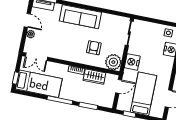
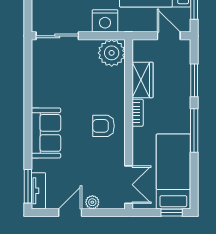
sofa: (80, 17) -> (46, 133), width x0.73
armchair: (94, 48) -> (104, 126), moved
door: (119, 86) -> (169, 36), moved

